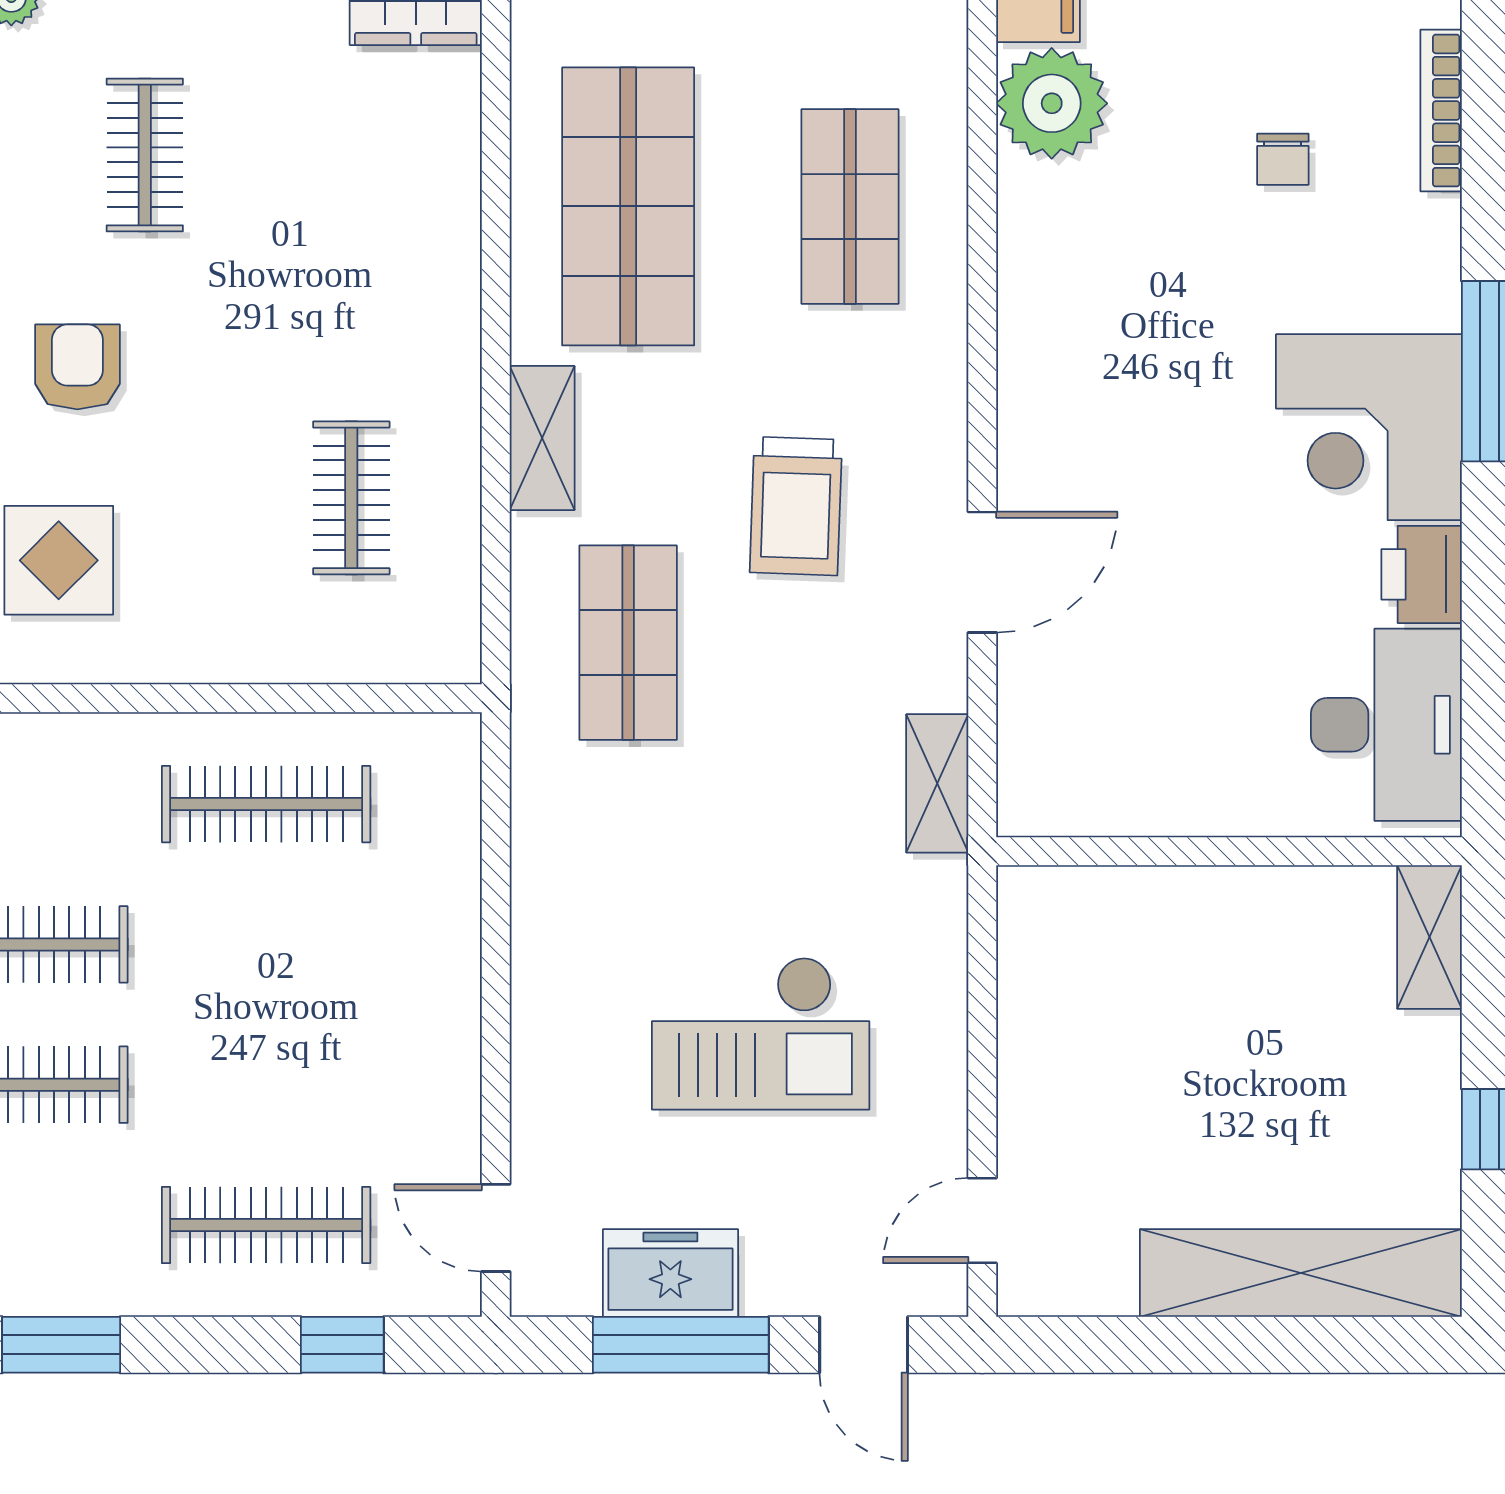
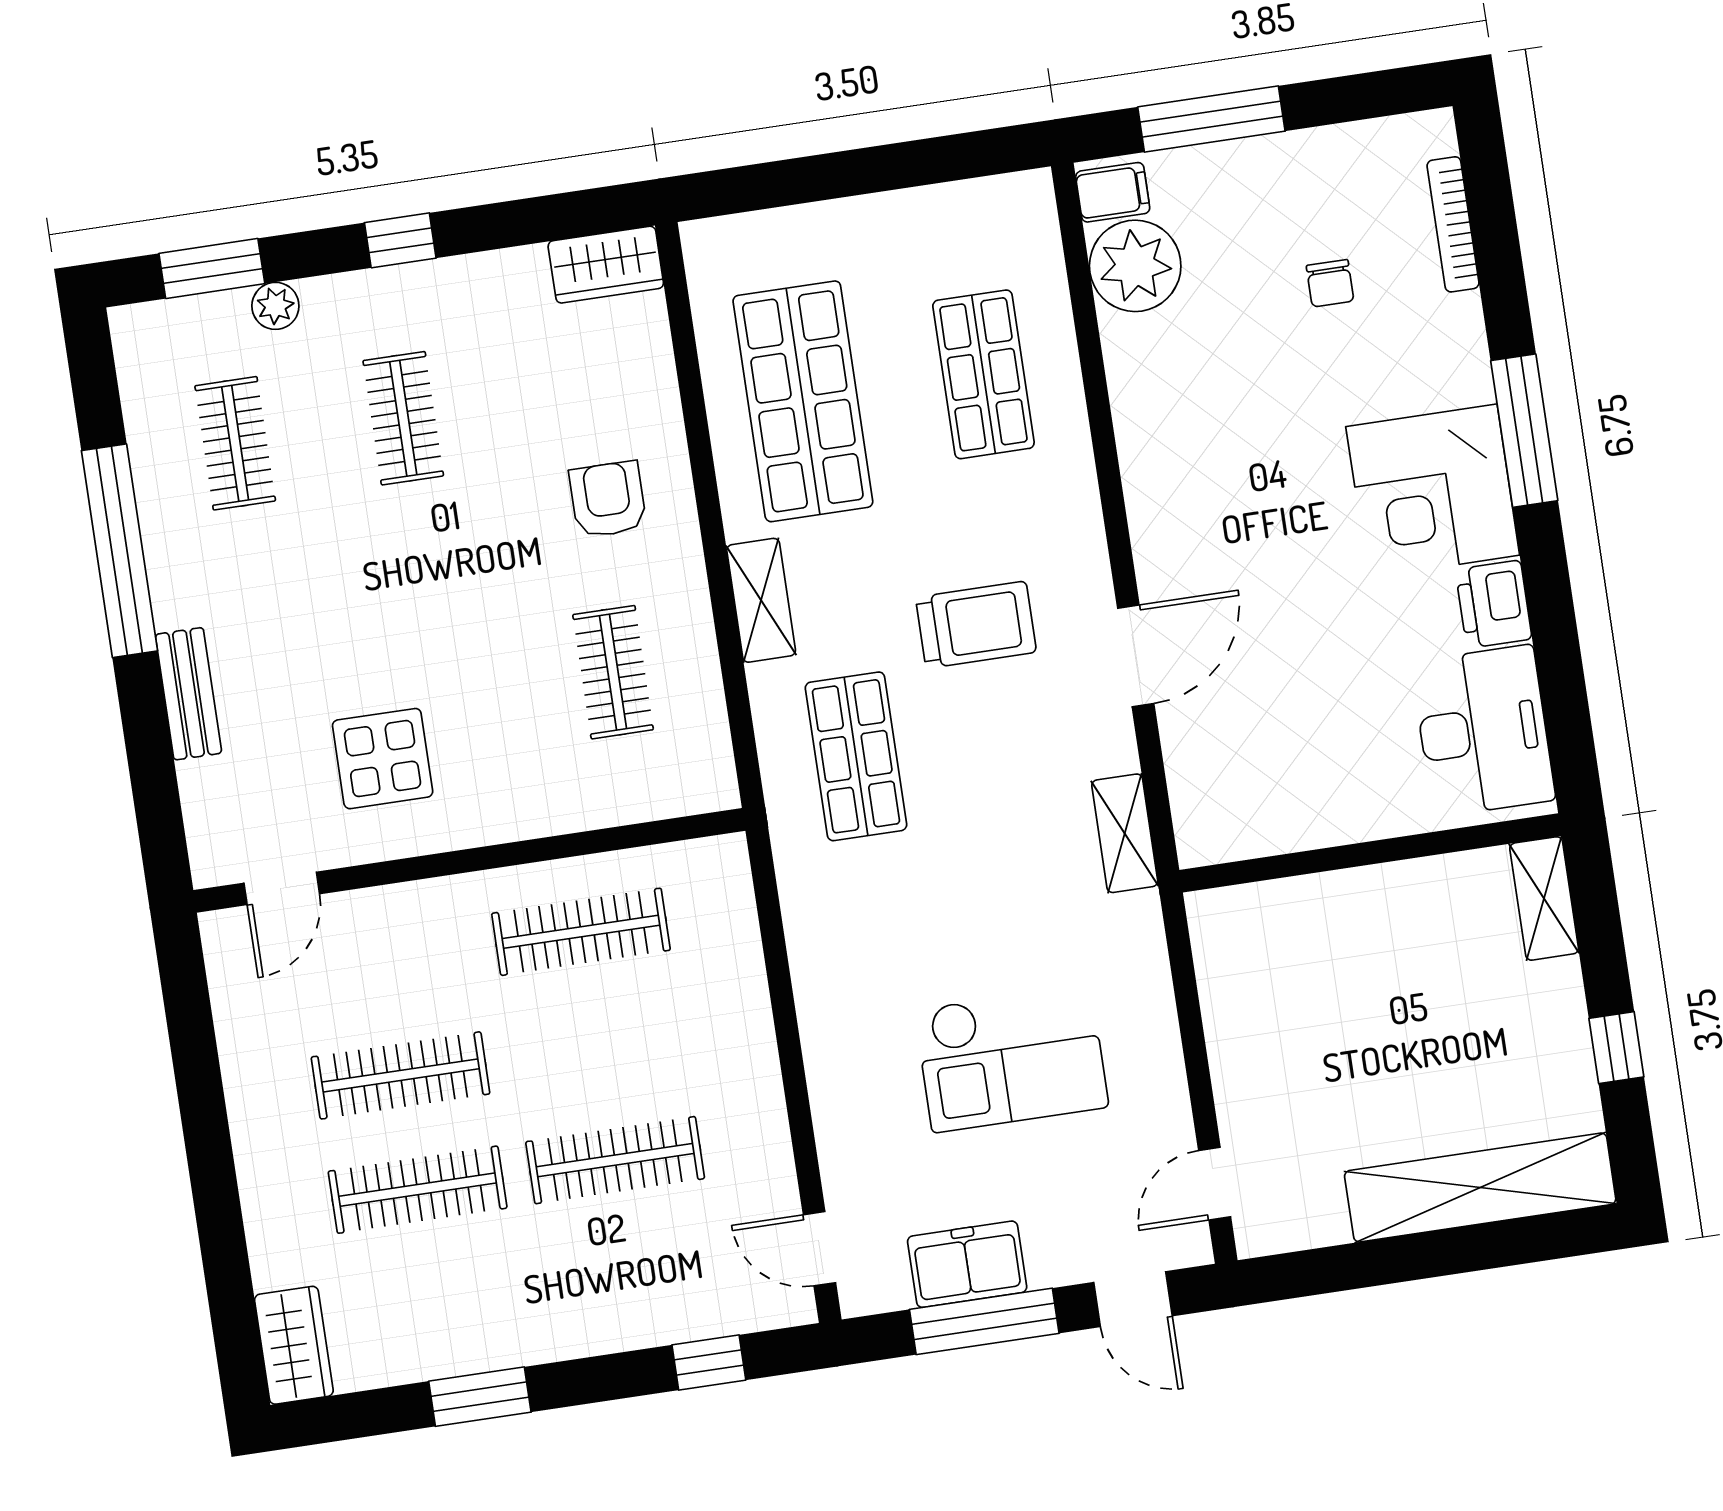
armchair: (77, 367) -> (608, 499), moved
trolley: (796, 506) -> (976, 625), turned -92
clothes rail: (266, 1225) -> (615, 1160), moved

